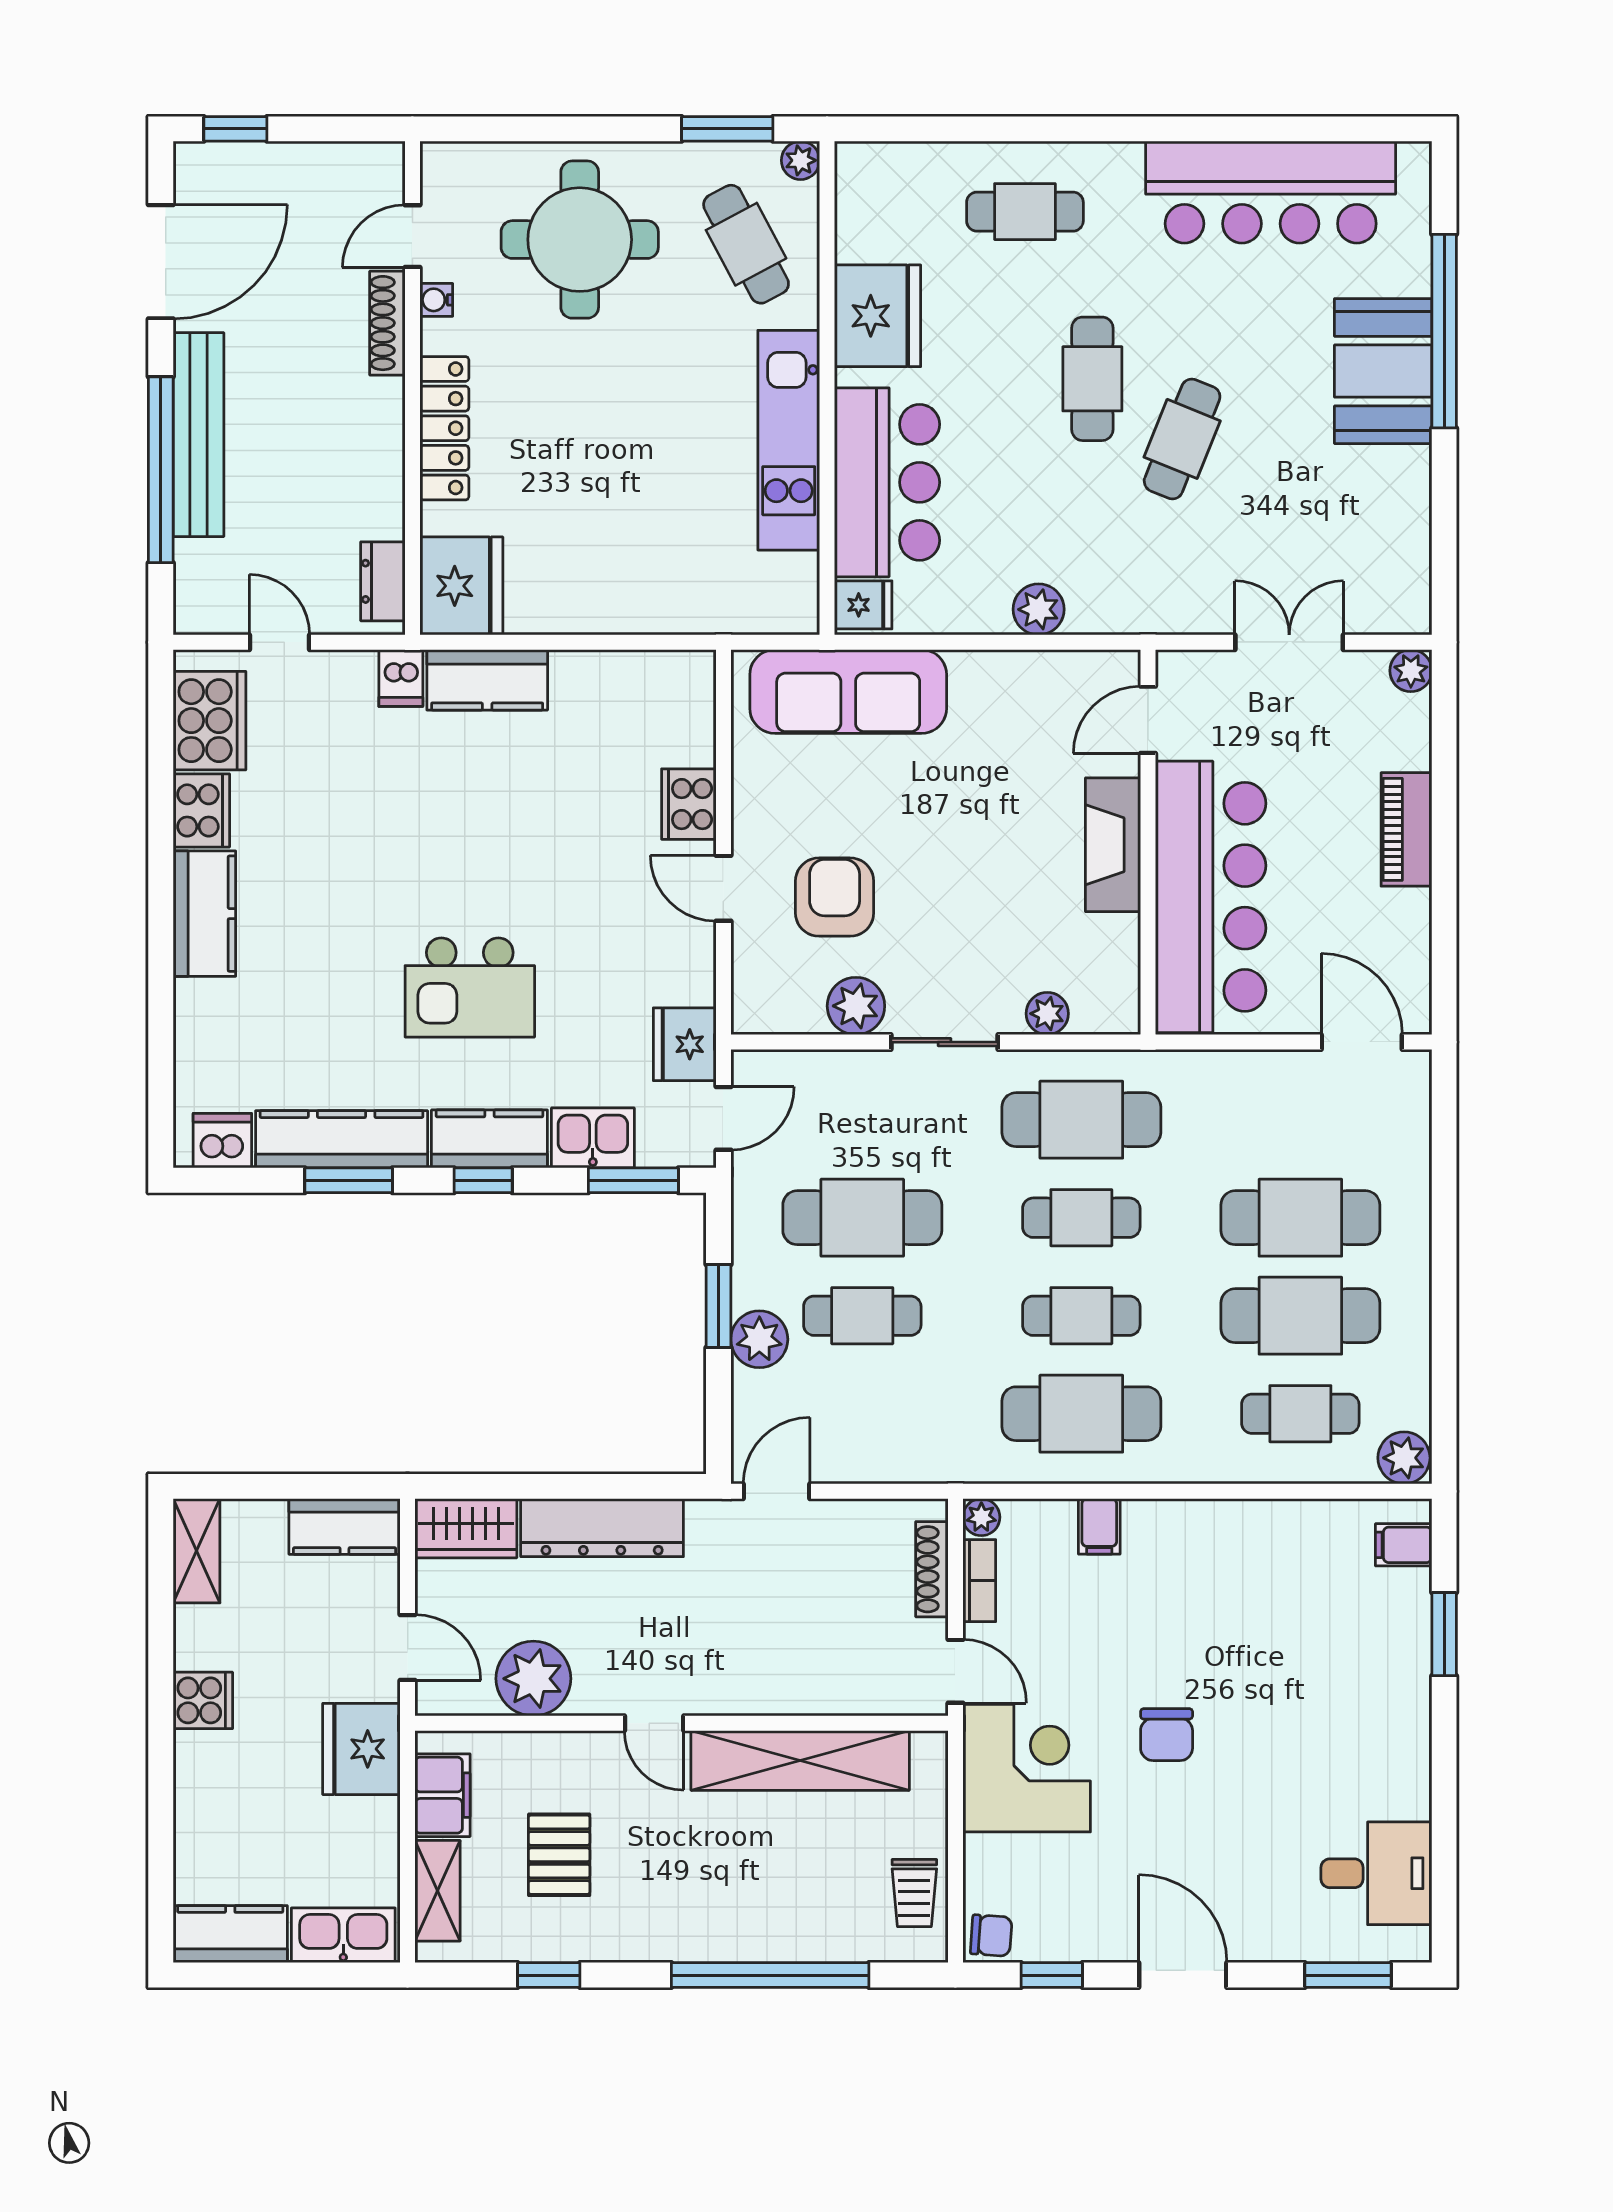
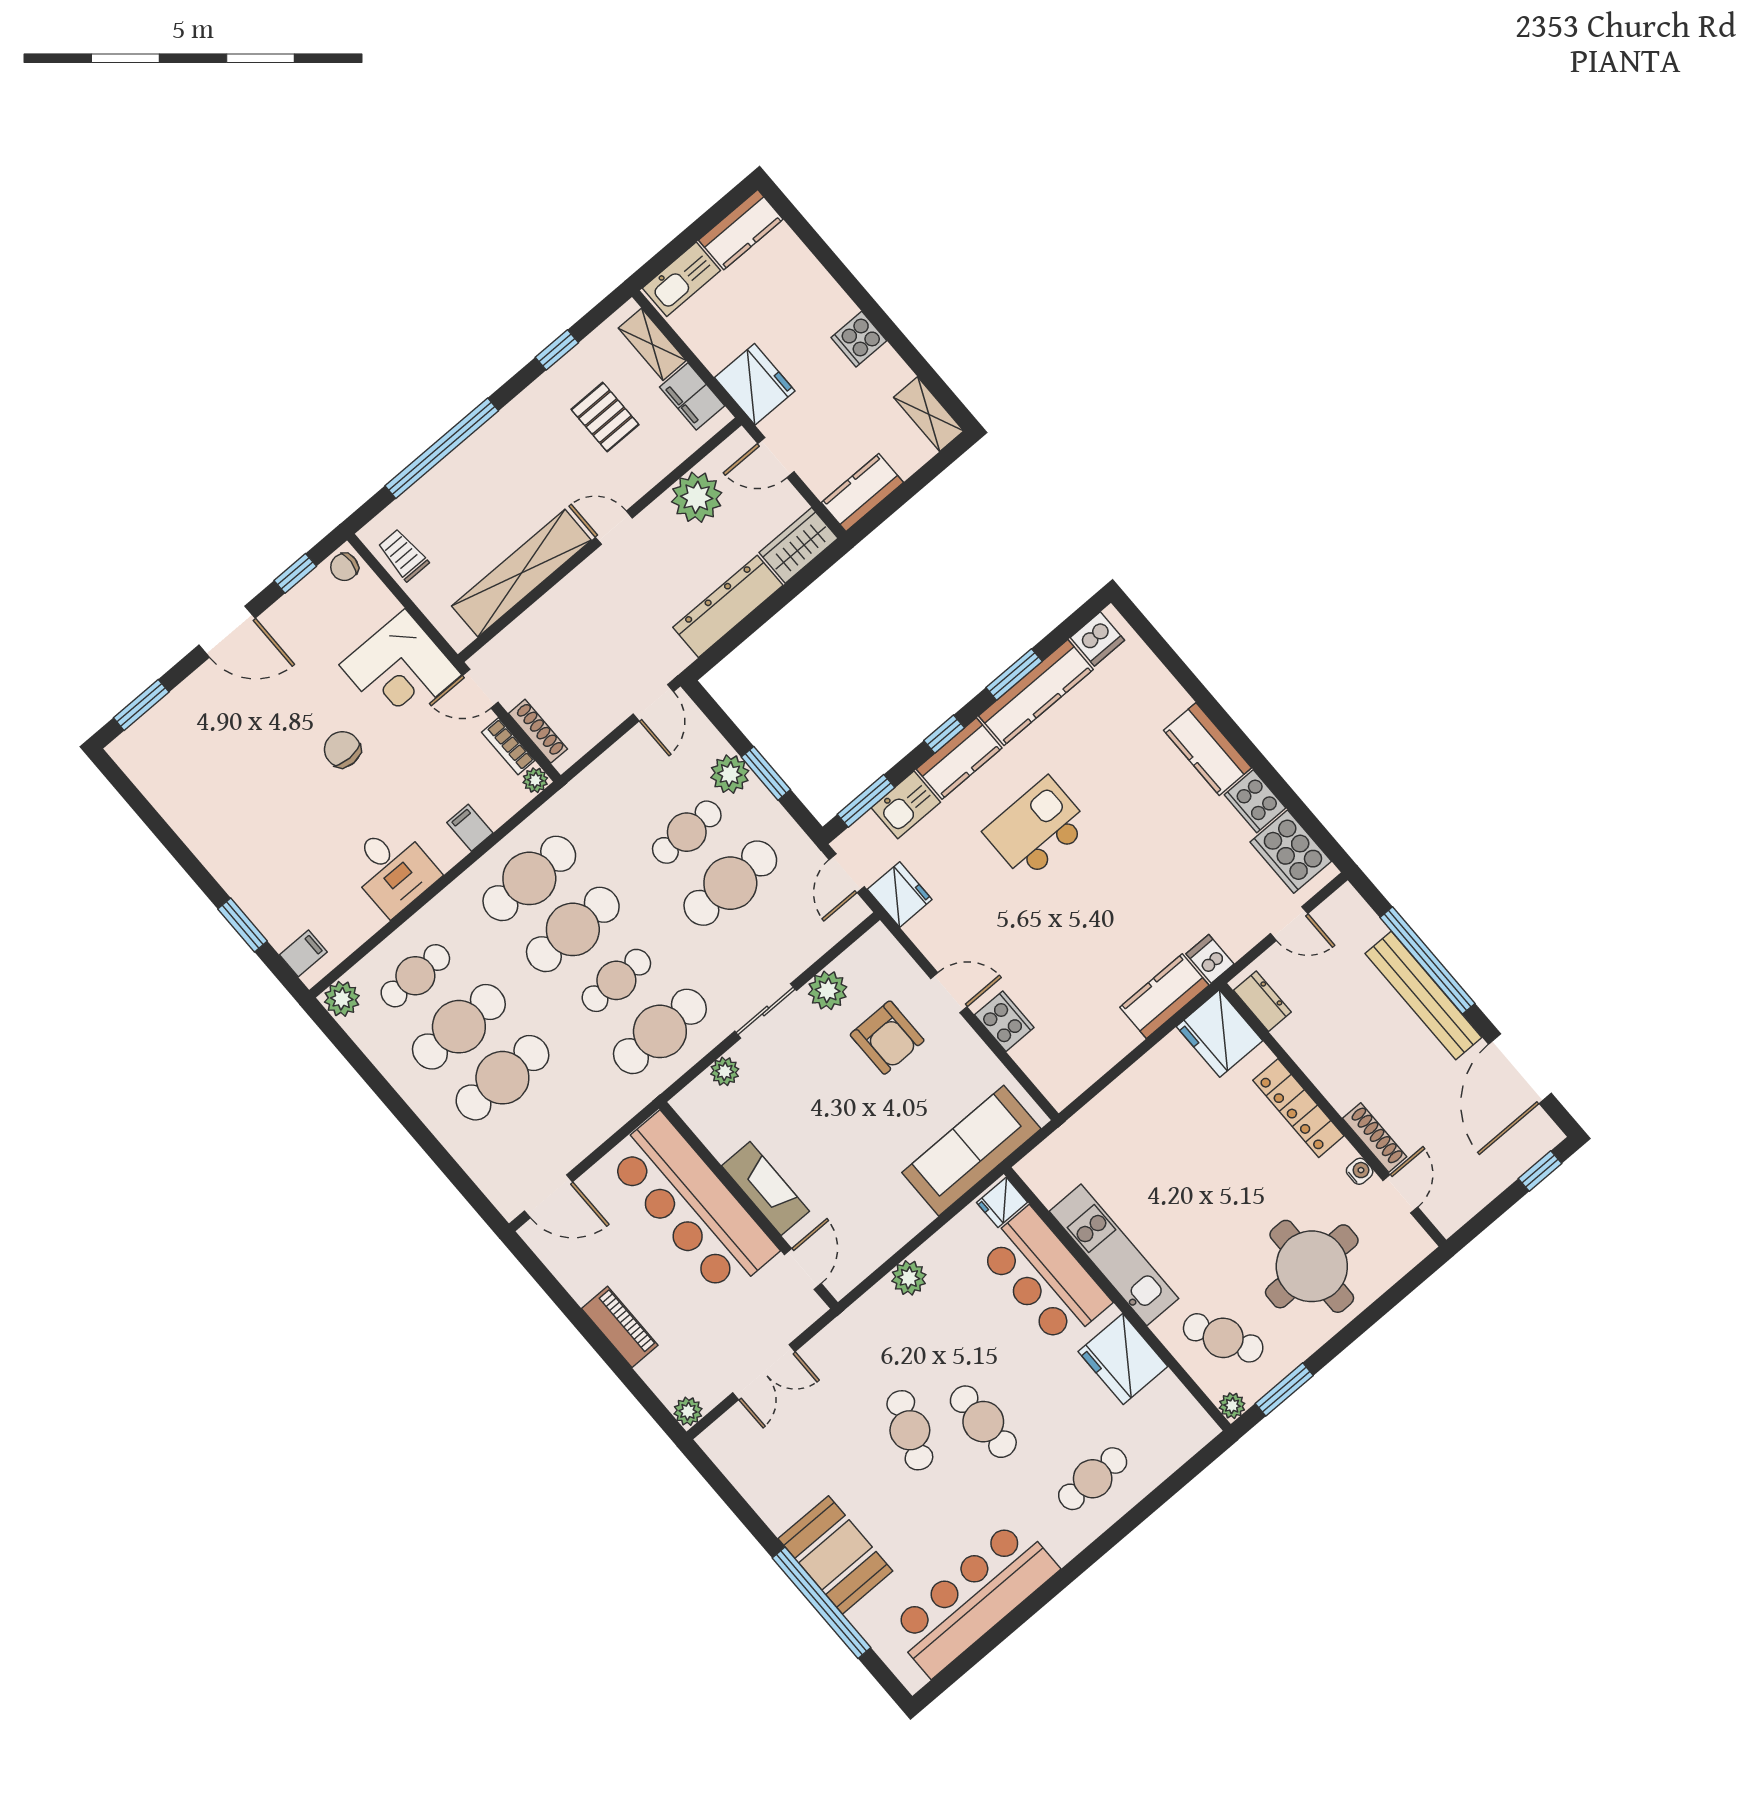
cafe table: (1081, 1316) -> (573, 929), width x1.37, depth x1.35
desk: (1376, 1873) -> (392, 869), moved, turned -90

